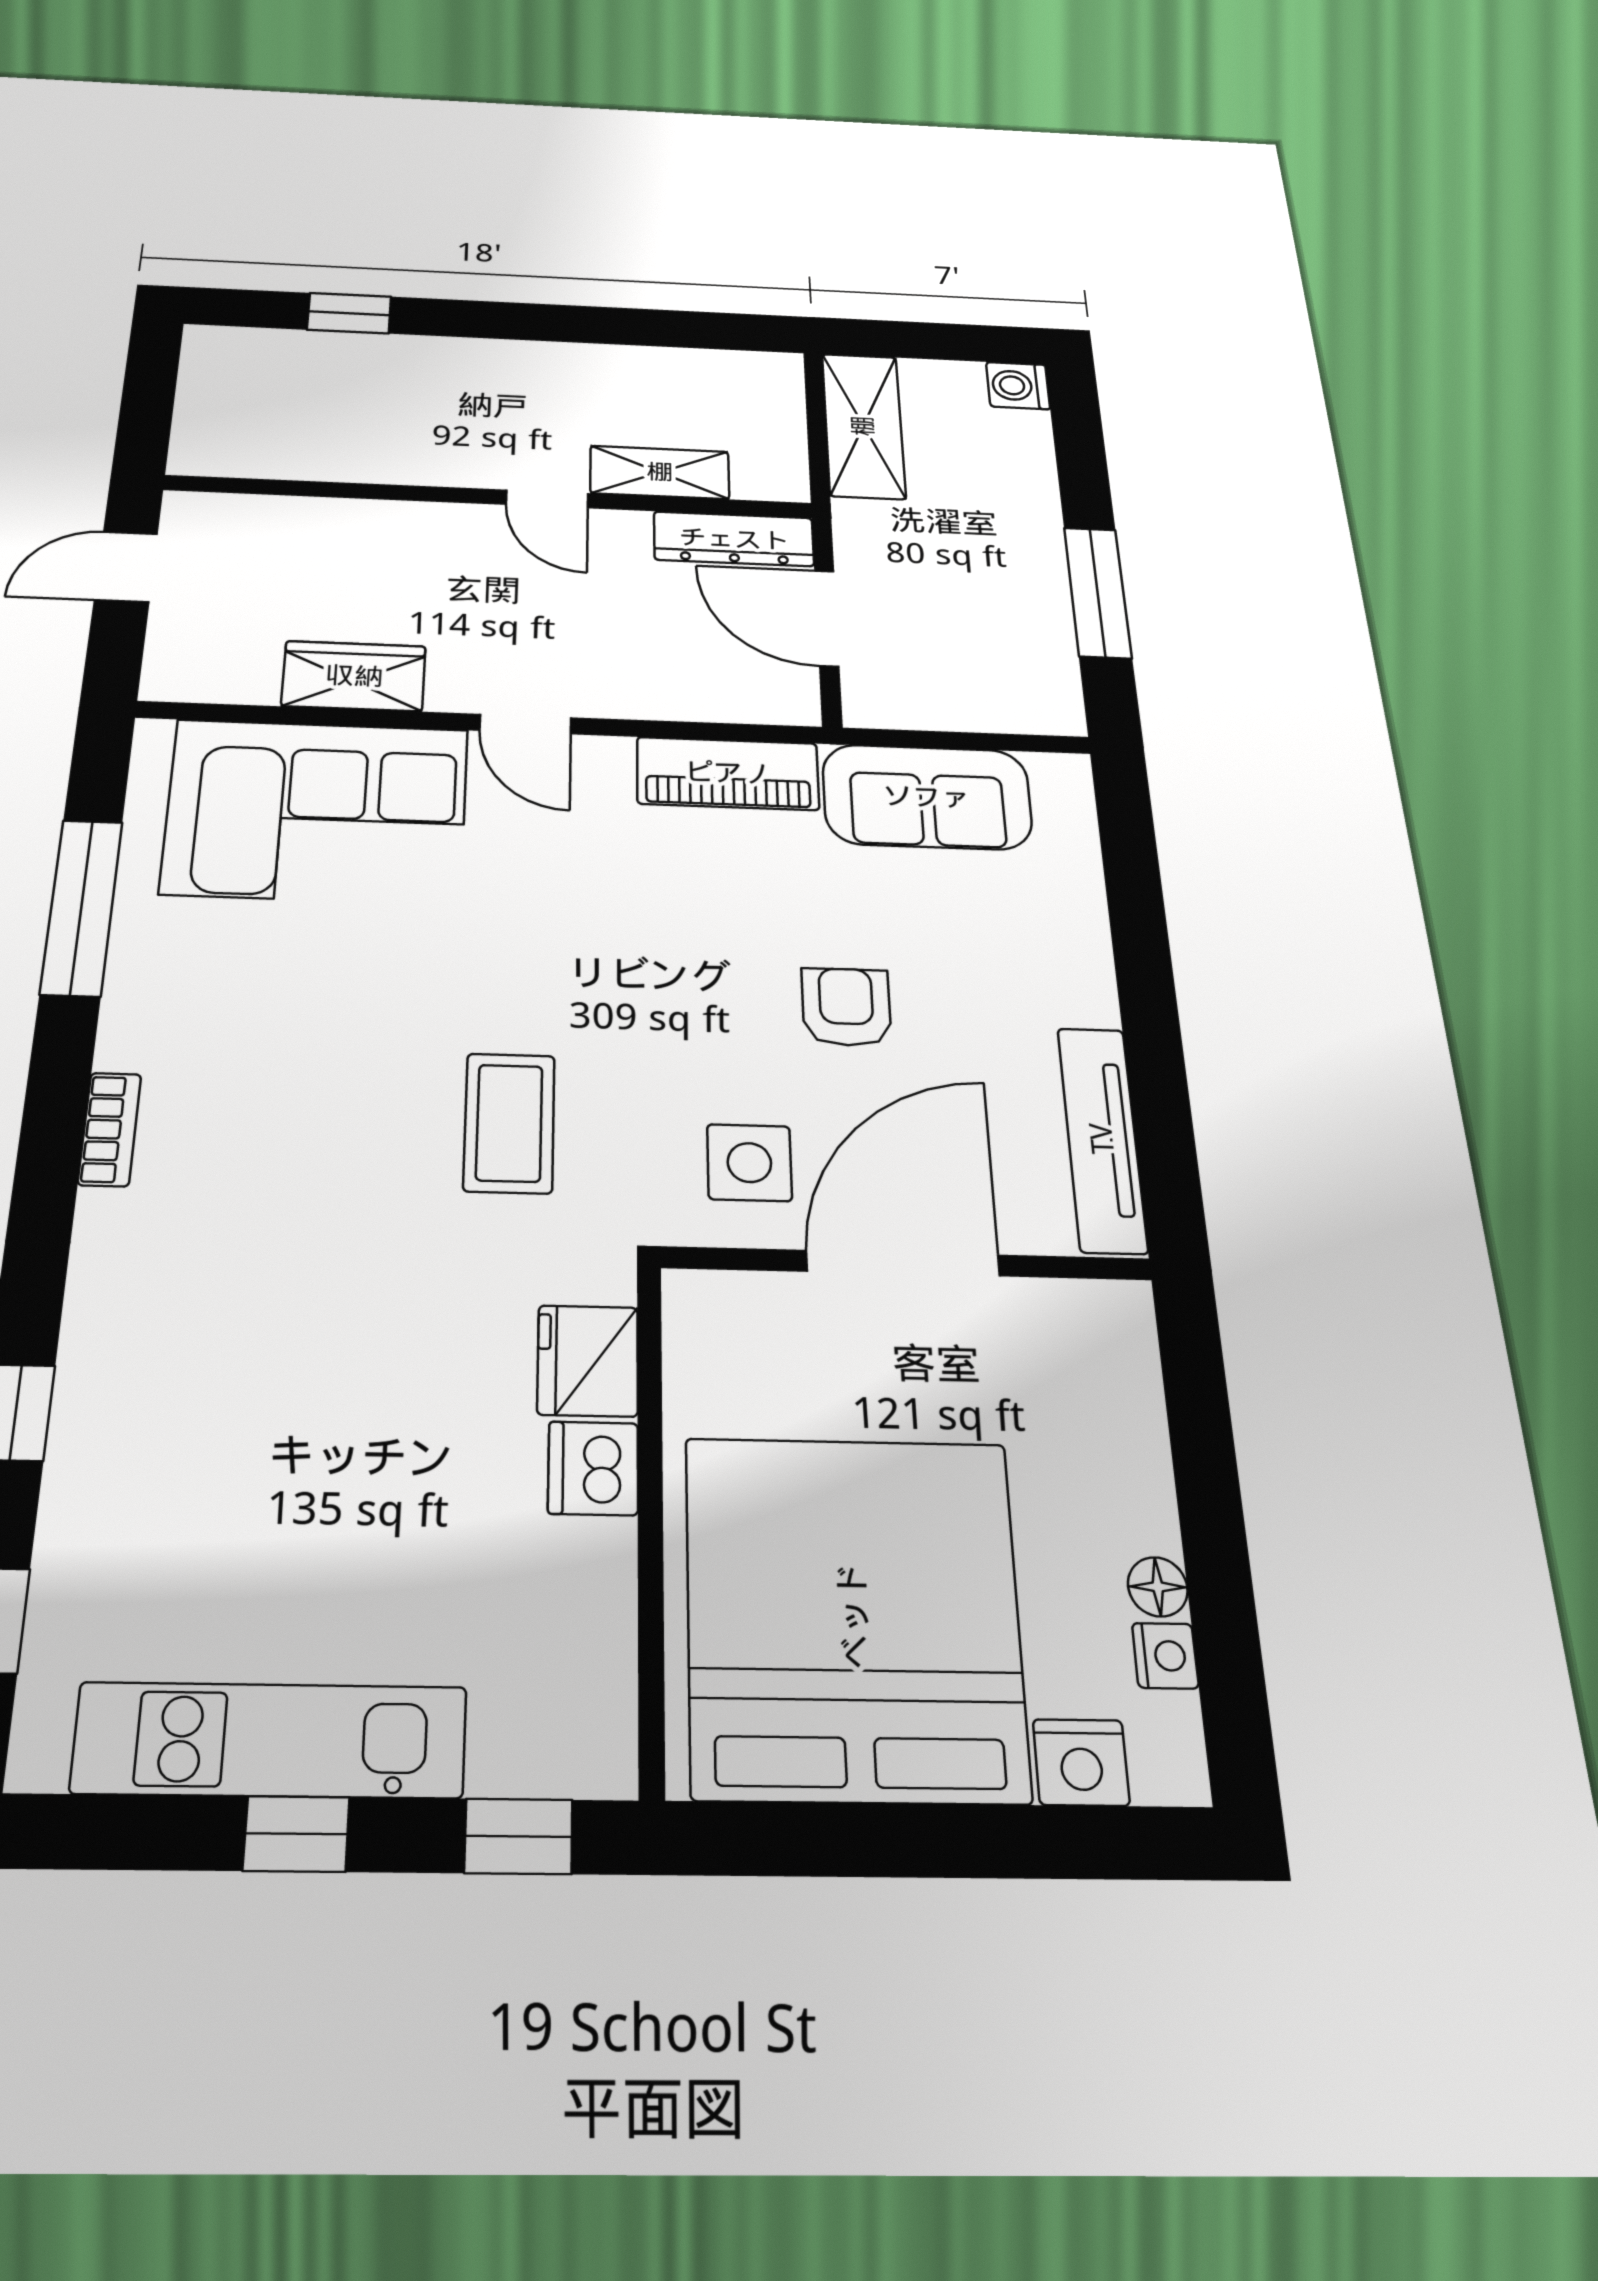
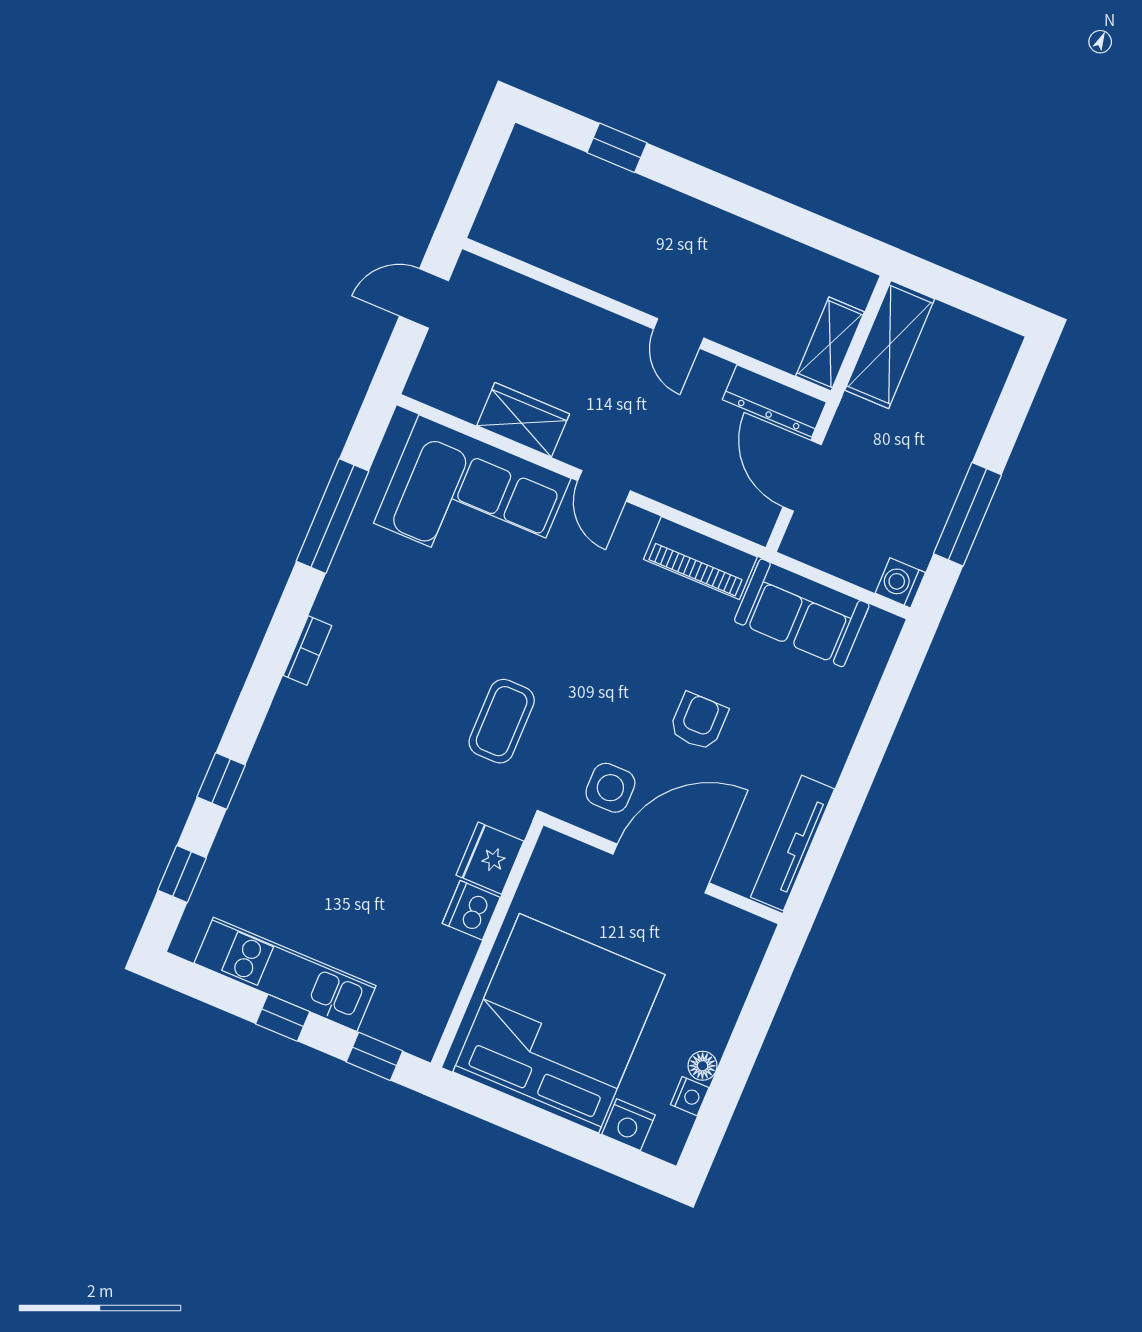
washing machine: (1018, 386) -> (900, 583), moved
shelving: (660, 472) -> (830, 344), moved, turned 90

